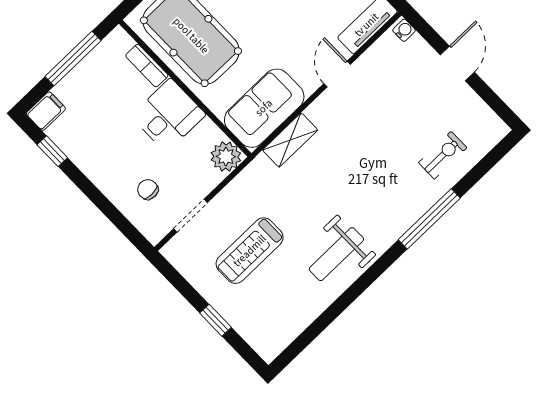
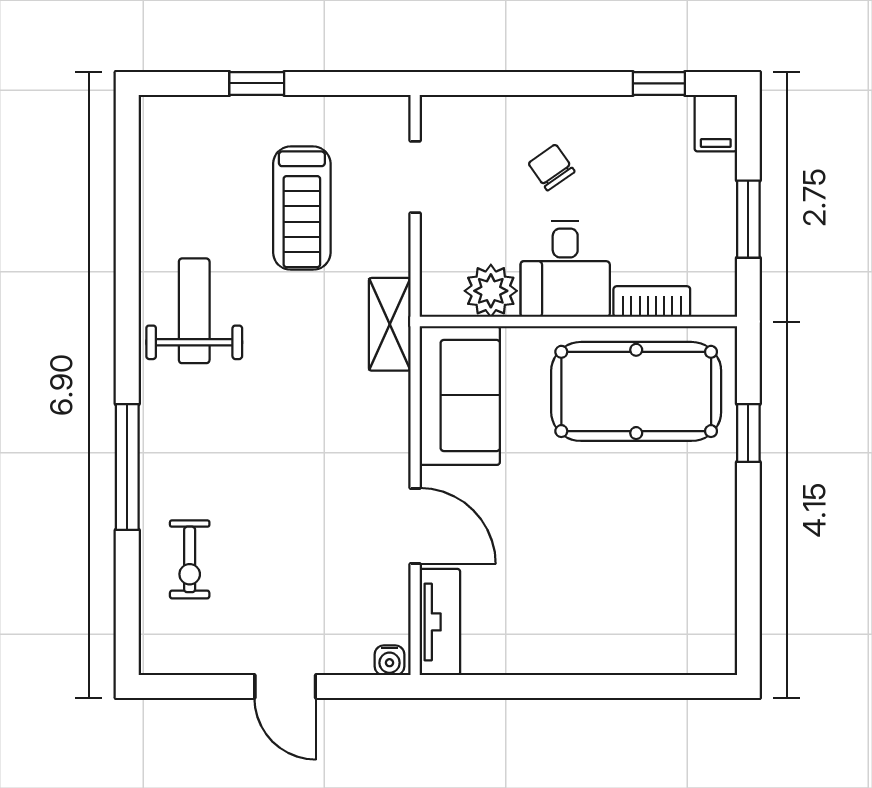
window: (73, 59) -> (748, 219), width x0.69
door: (337, 74) -> (415, 526), width x1.38
shelving: (290, 140) -> (390, 324), moved
plant: (226, 157) -> (491, 291), moved
chair: (148, 189) -> (552, 167), moved, turned -125
treadmill: (250, 251) -> (302, 208), turned 180

